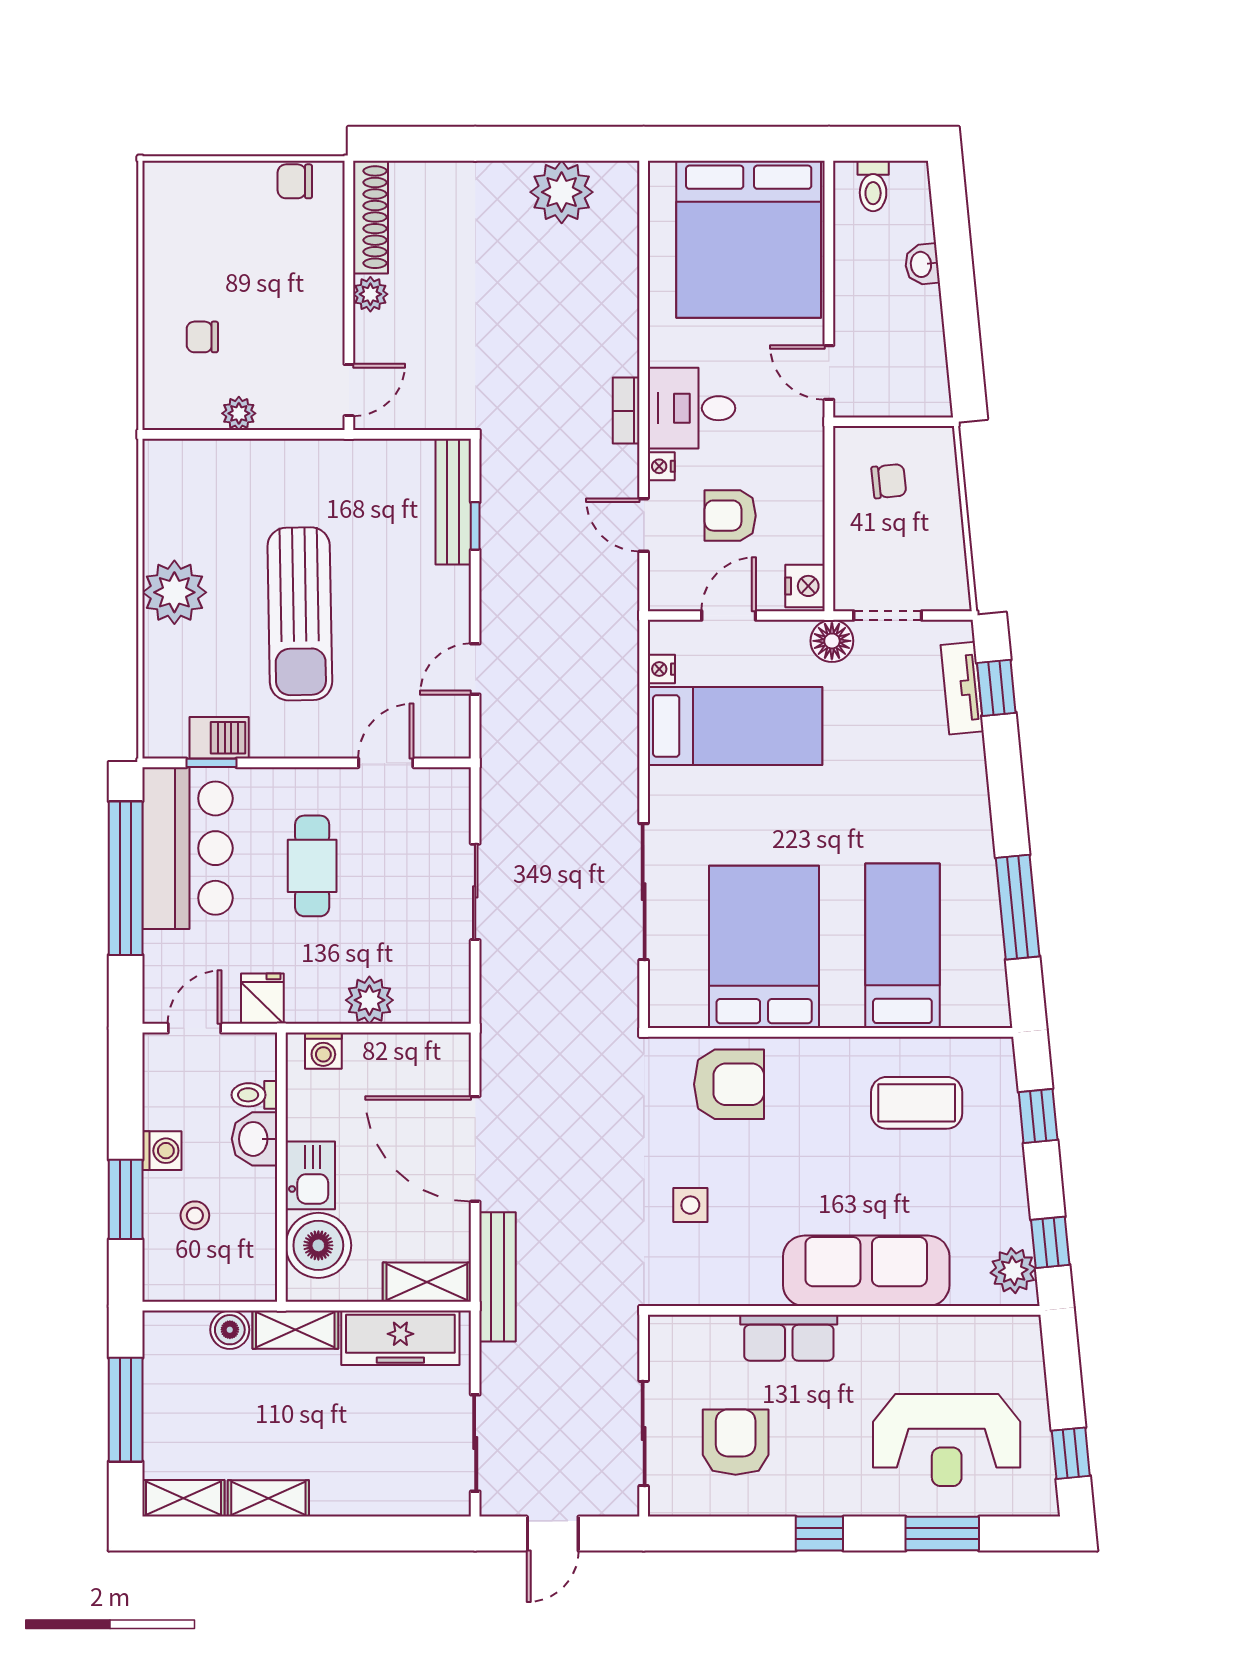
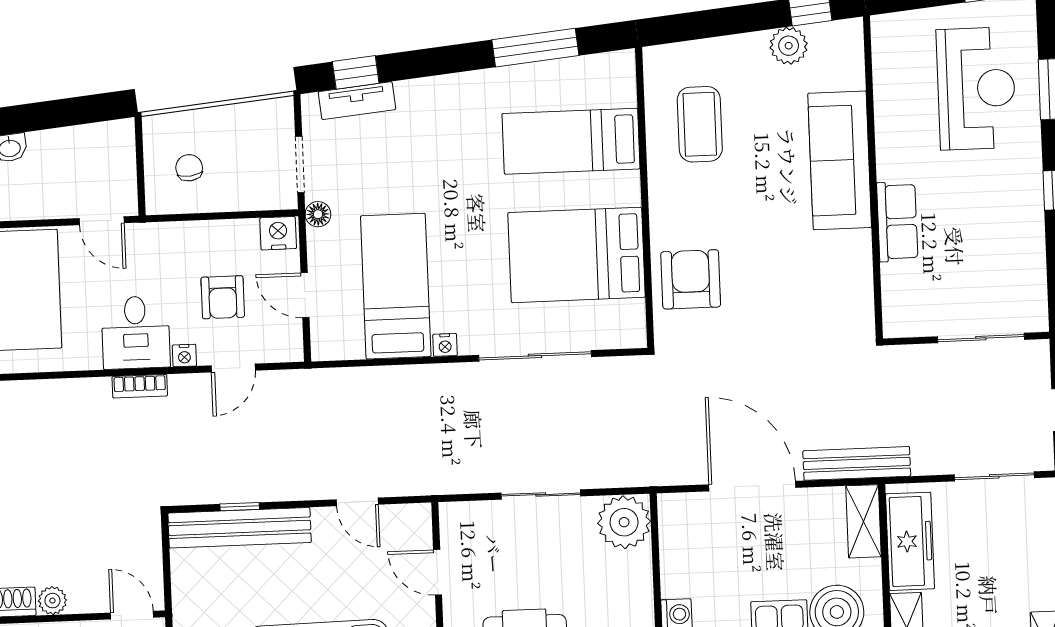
door: (829, 372) -> (102, 221), hinge flipped
bench: (453, 502) -> (240, 528), width x1.37, depth x1.21
floor lamp: (832, 641) -> (318, 214), width x0.73, depth x0.73
nightstand: (661, 669) -> (445, 345), moved
plant: (369, 1000) -> (624, 522), moved, width x1.36, depth x1.36
window: (1038, 1116) -> (707, 24), removed
door: (475, 1149) -> (752, 486), swing flipped
side table: (690, 1205) -> (791, 307), removed
plant: (1013, 1271) -> (789, 46), moved
armchair: (736, 1442) -> (985, 262), removed

